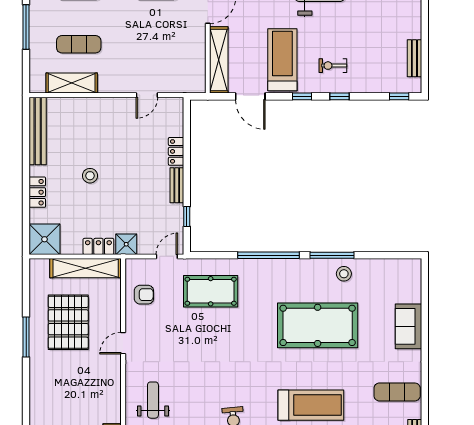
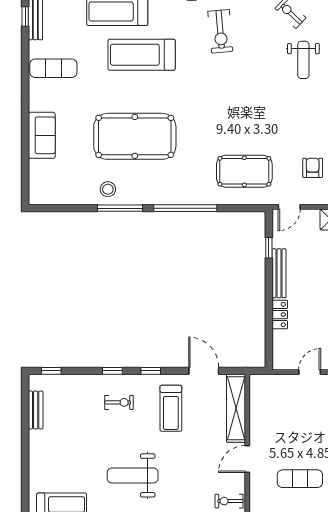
treadmill: (282, 60) -> (171, 408), width x0.73, depth x0.73
bench: (177, 185) -> (279, 273), width x1.36
armchair: (144, 295) -> (313, 168), turned 90

